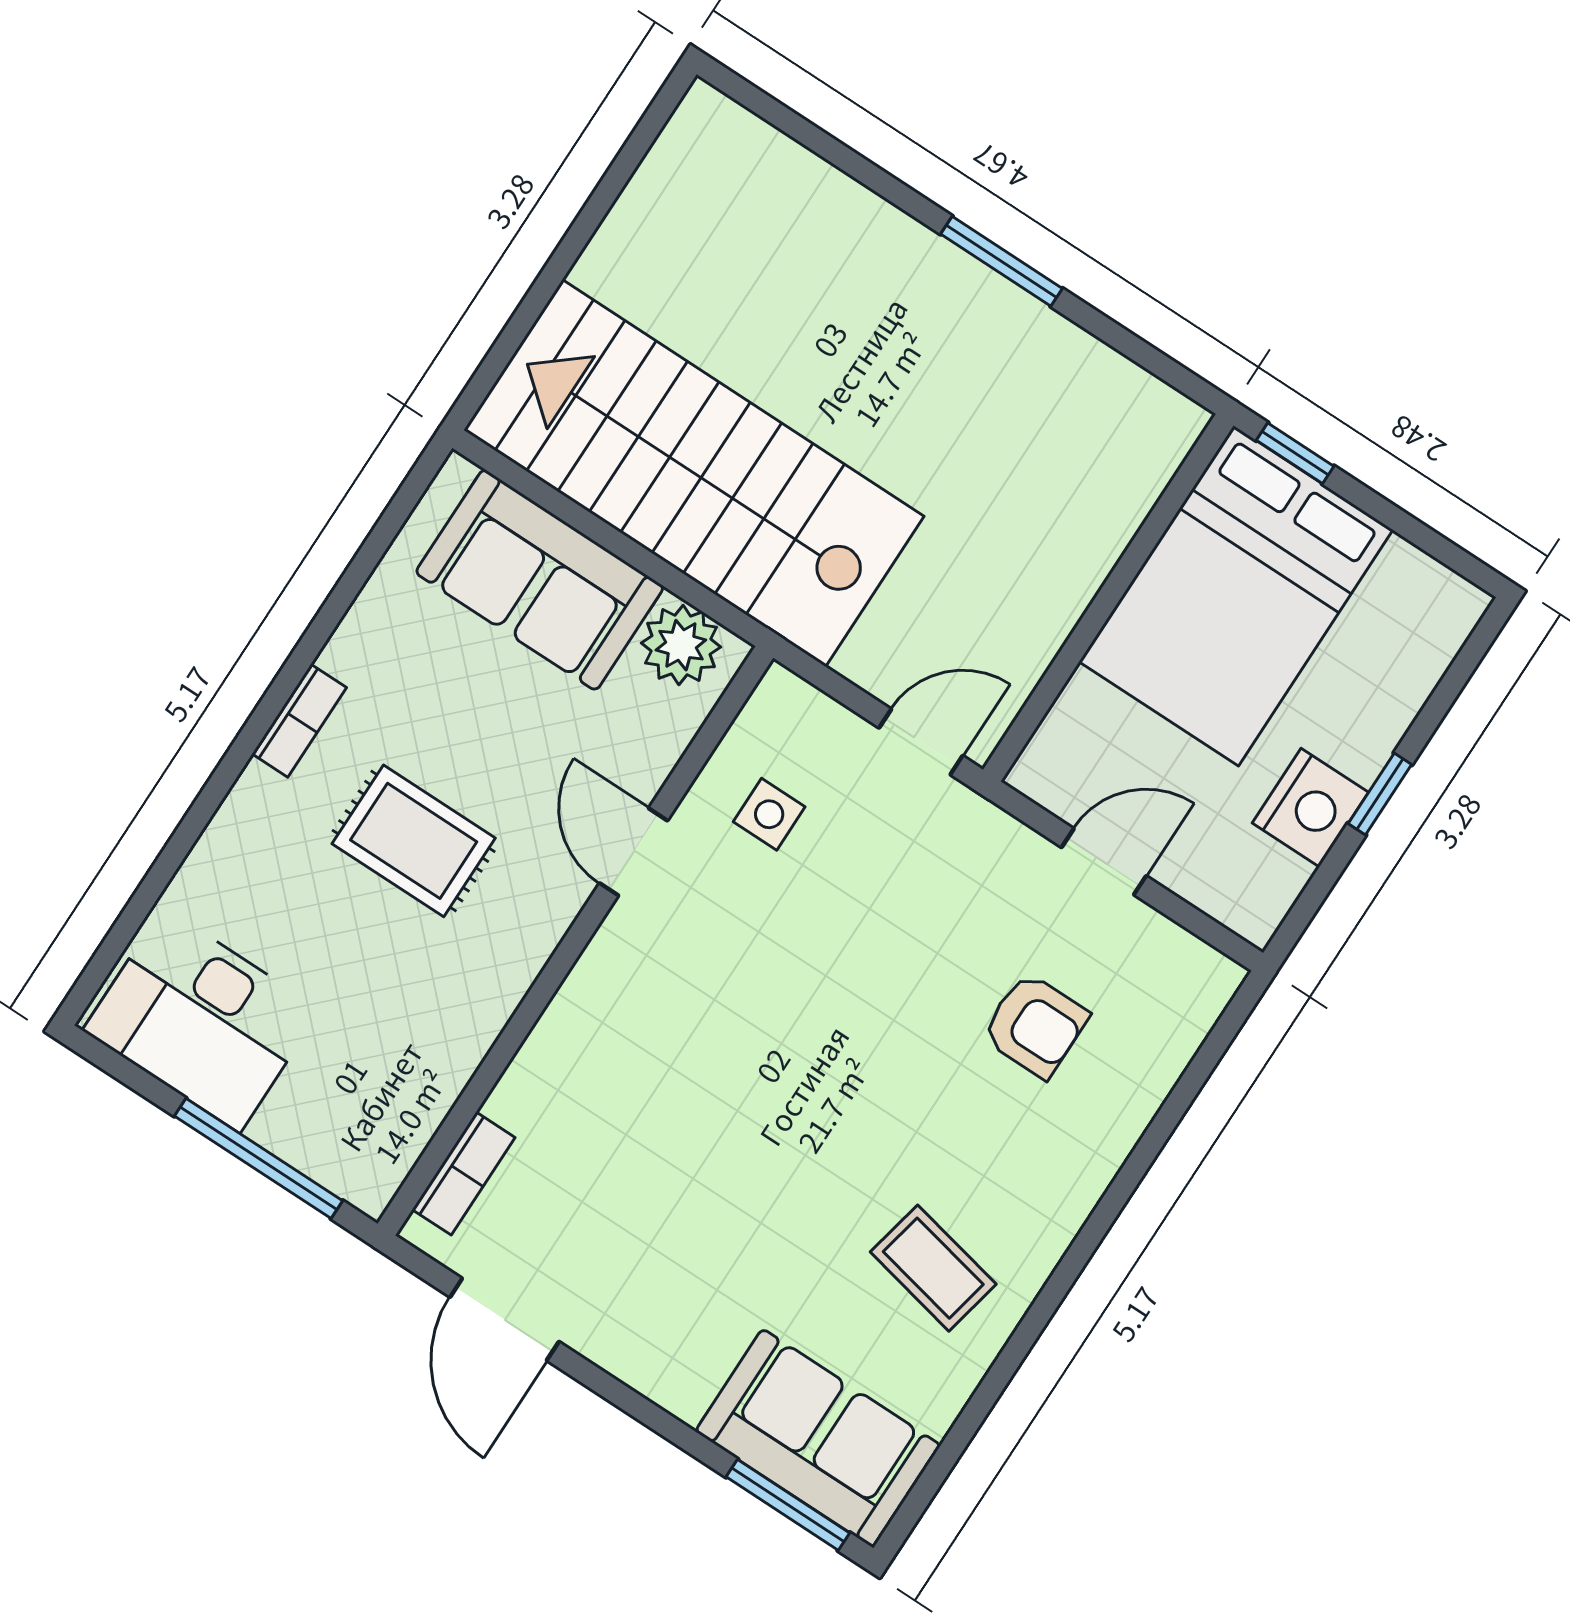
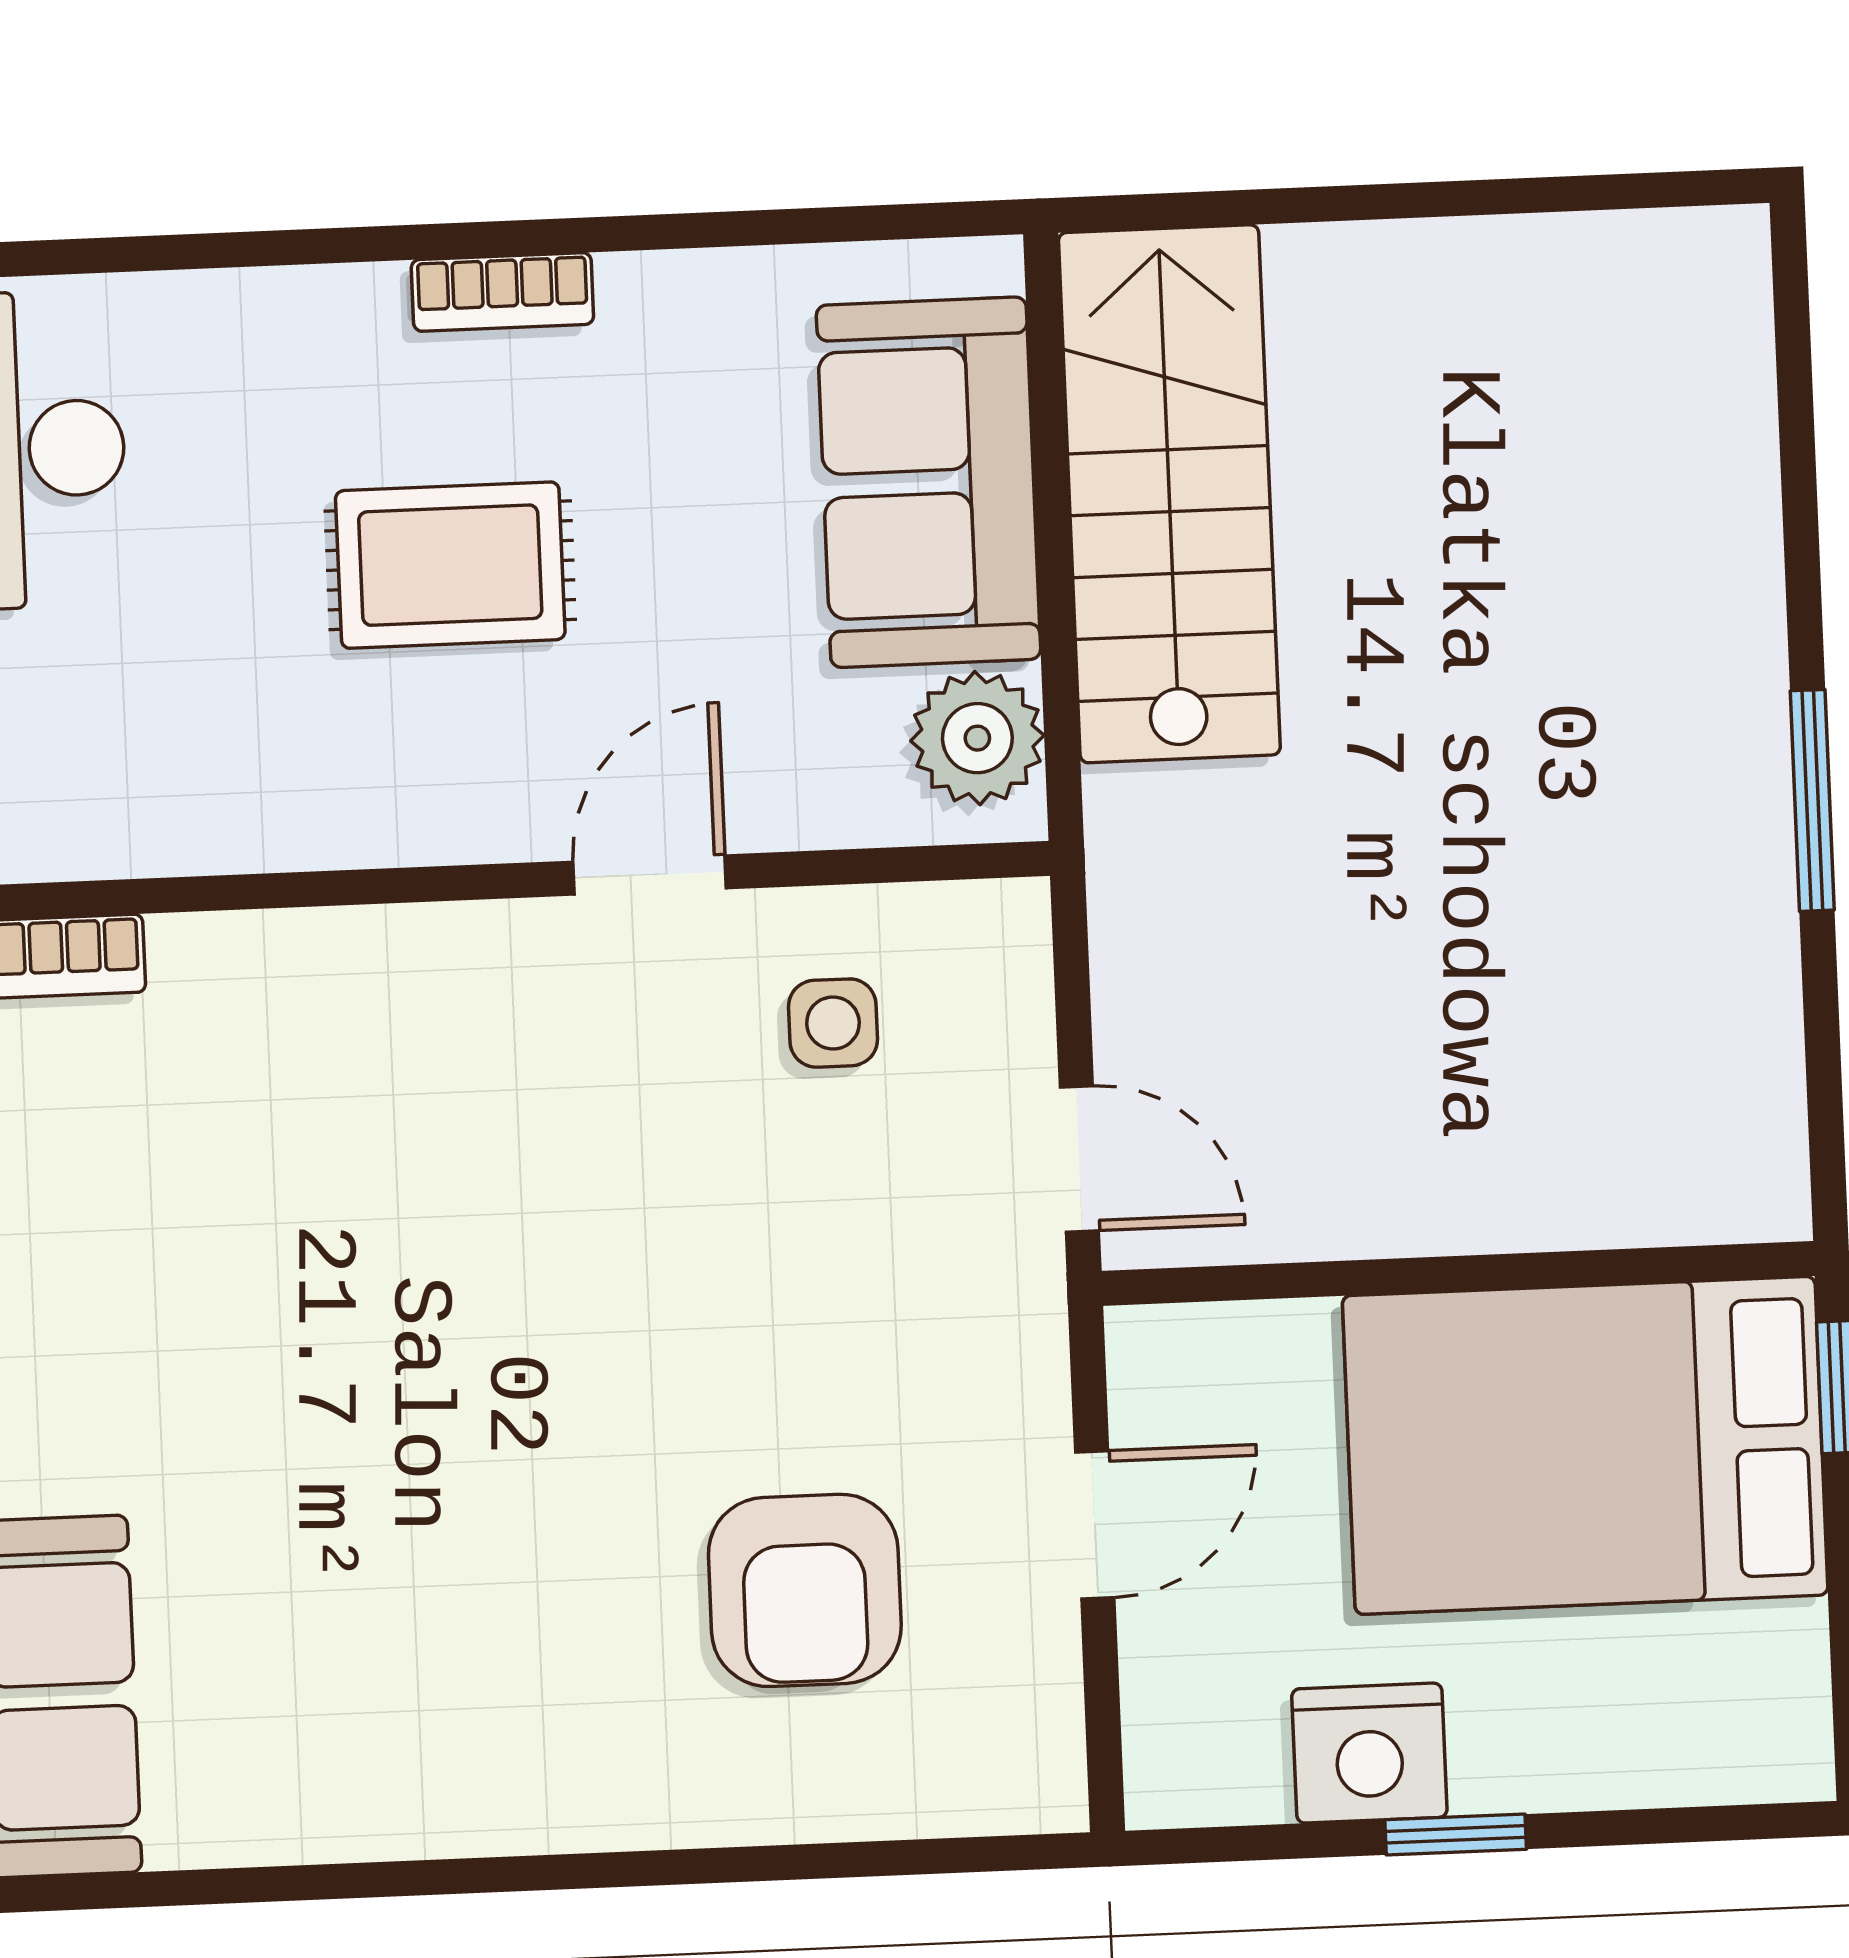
stairs: (694, 473) -> (1169, 494), width x0.73, depth x0.66
rug: (414, 841) -> (450, 565), turned 90
door: (1104, 862) -> (1095, 1525), hinge flipped
armchair: (1035, 1025) -> (805, 1590), width x1.38, depth x1.38
coffee table: (933, 1268) -> (375, 1689), removed

